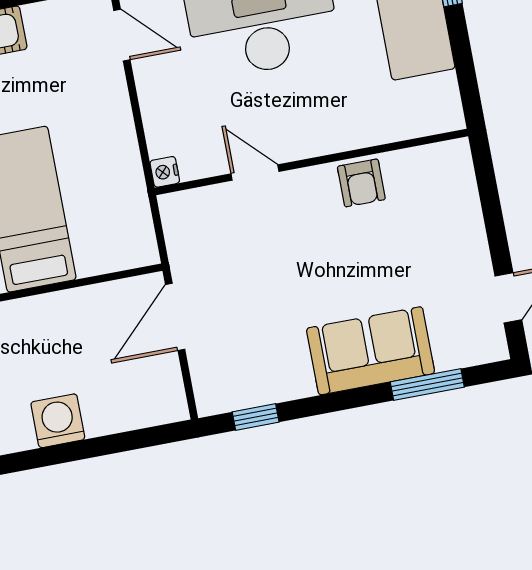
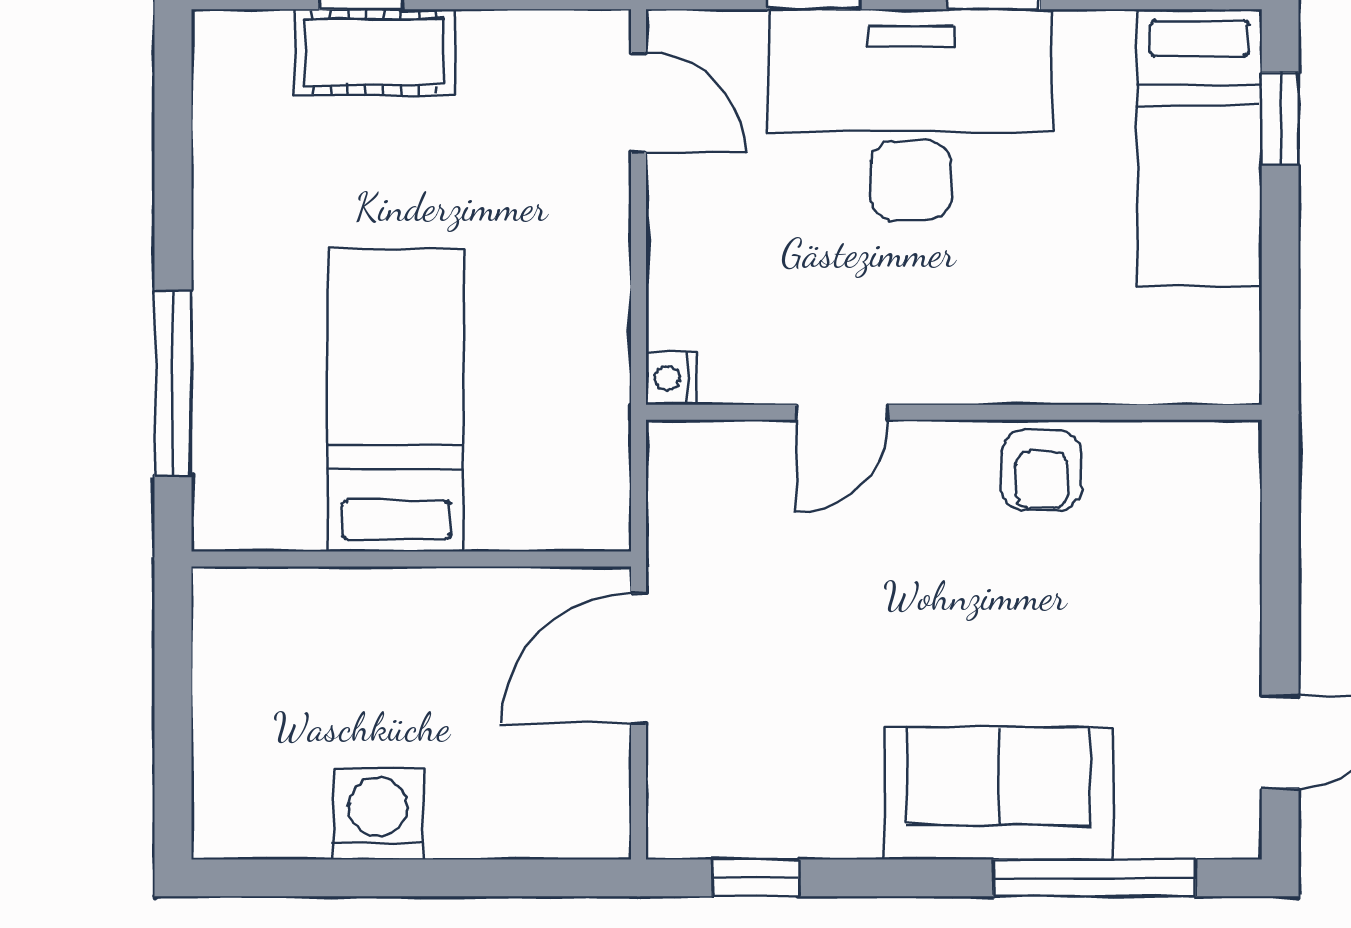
door: (255, 173) -> (843, 412), swing flipped
window: (427, 384) -> (1095, 878), width x1.44

